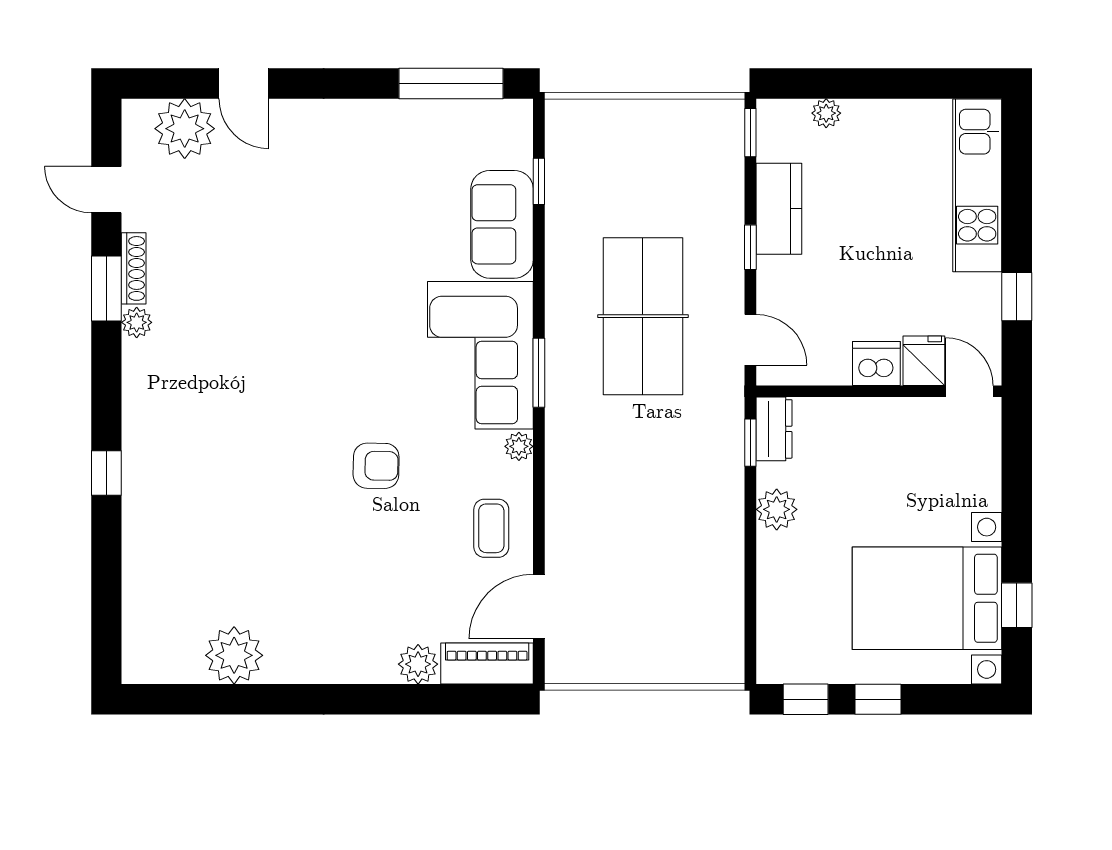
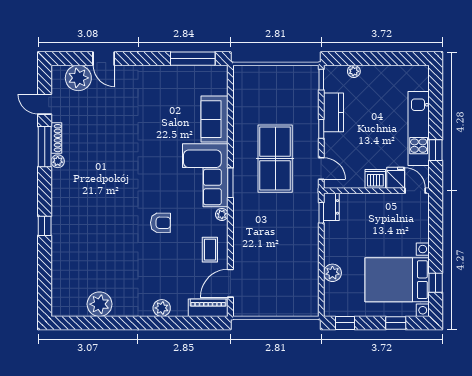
window: (539, 181) -> (230, 101), removed
kitchen unit: (977, 185) -> (419, 129), moved
window: (106, 289) -> (45, 147), width x1.44
plant: (777, 509) -> (332, 273), moved
plant: (418, 664) -> (162, 308), moved
window: (878, 699) -> (396, 323), moved

